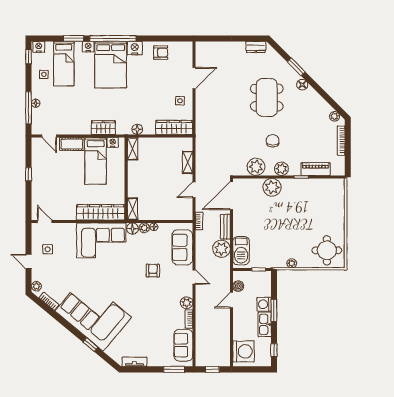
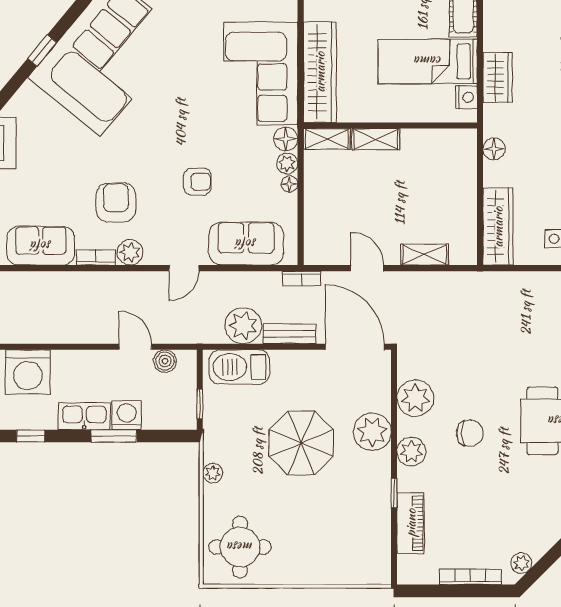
shelving: (133, 149) -> (376, 139), moved
parasol: (277, 221) -> (301, 443), added
armchair: (163, 309) -> (116, 202), added

